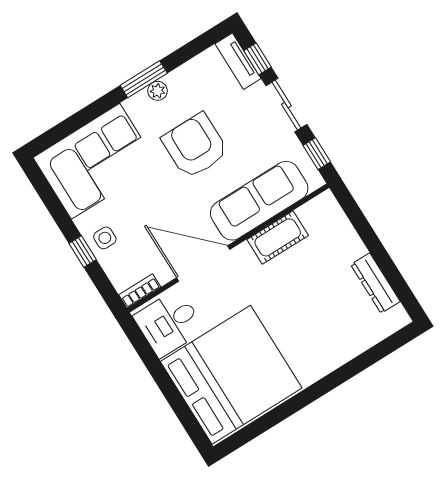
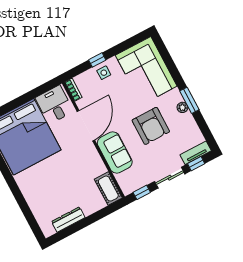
armchair: (195, 146) -> (151, 126), turned 90
sofa: (259, 201) -> (115, 153), width x0.73
cot: (278, 237) -> (108, 189), moved

